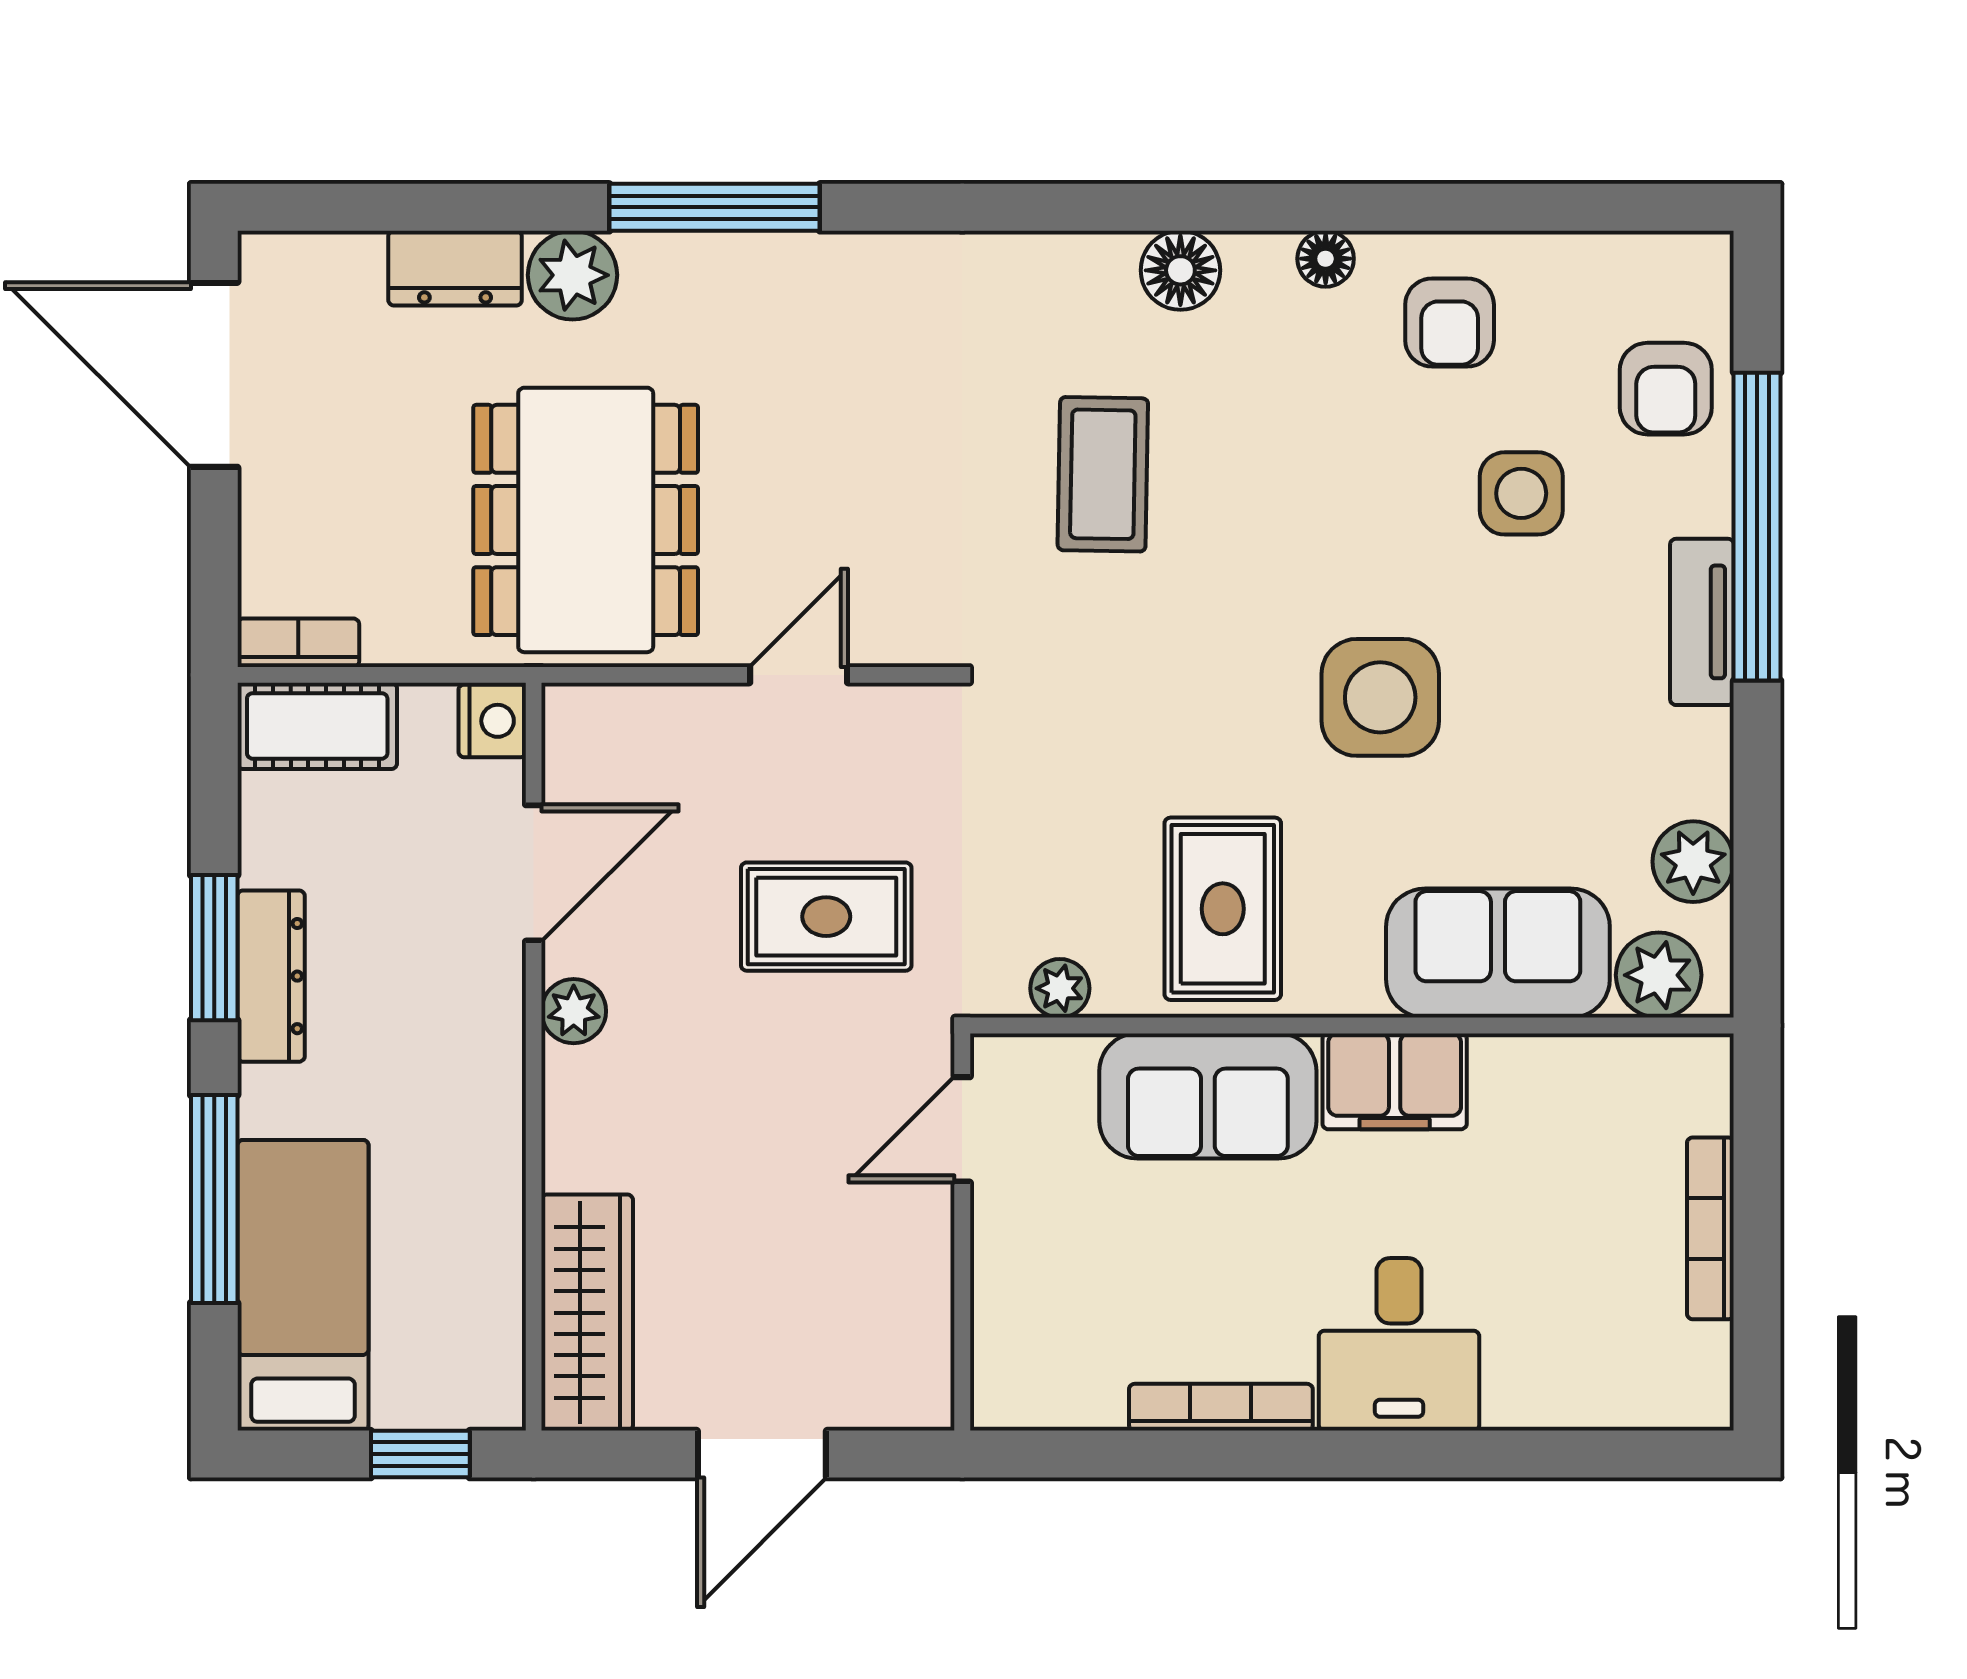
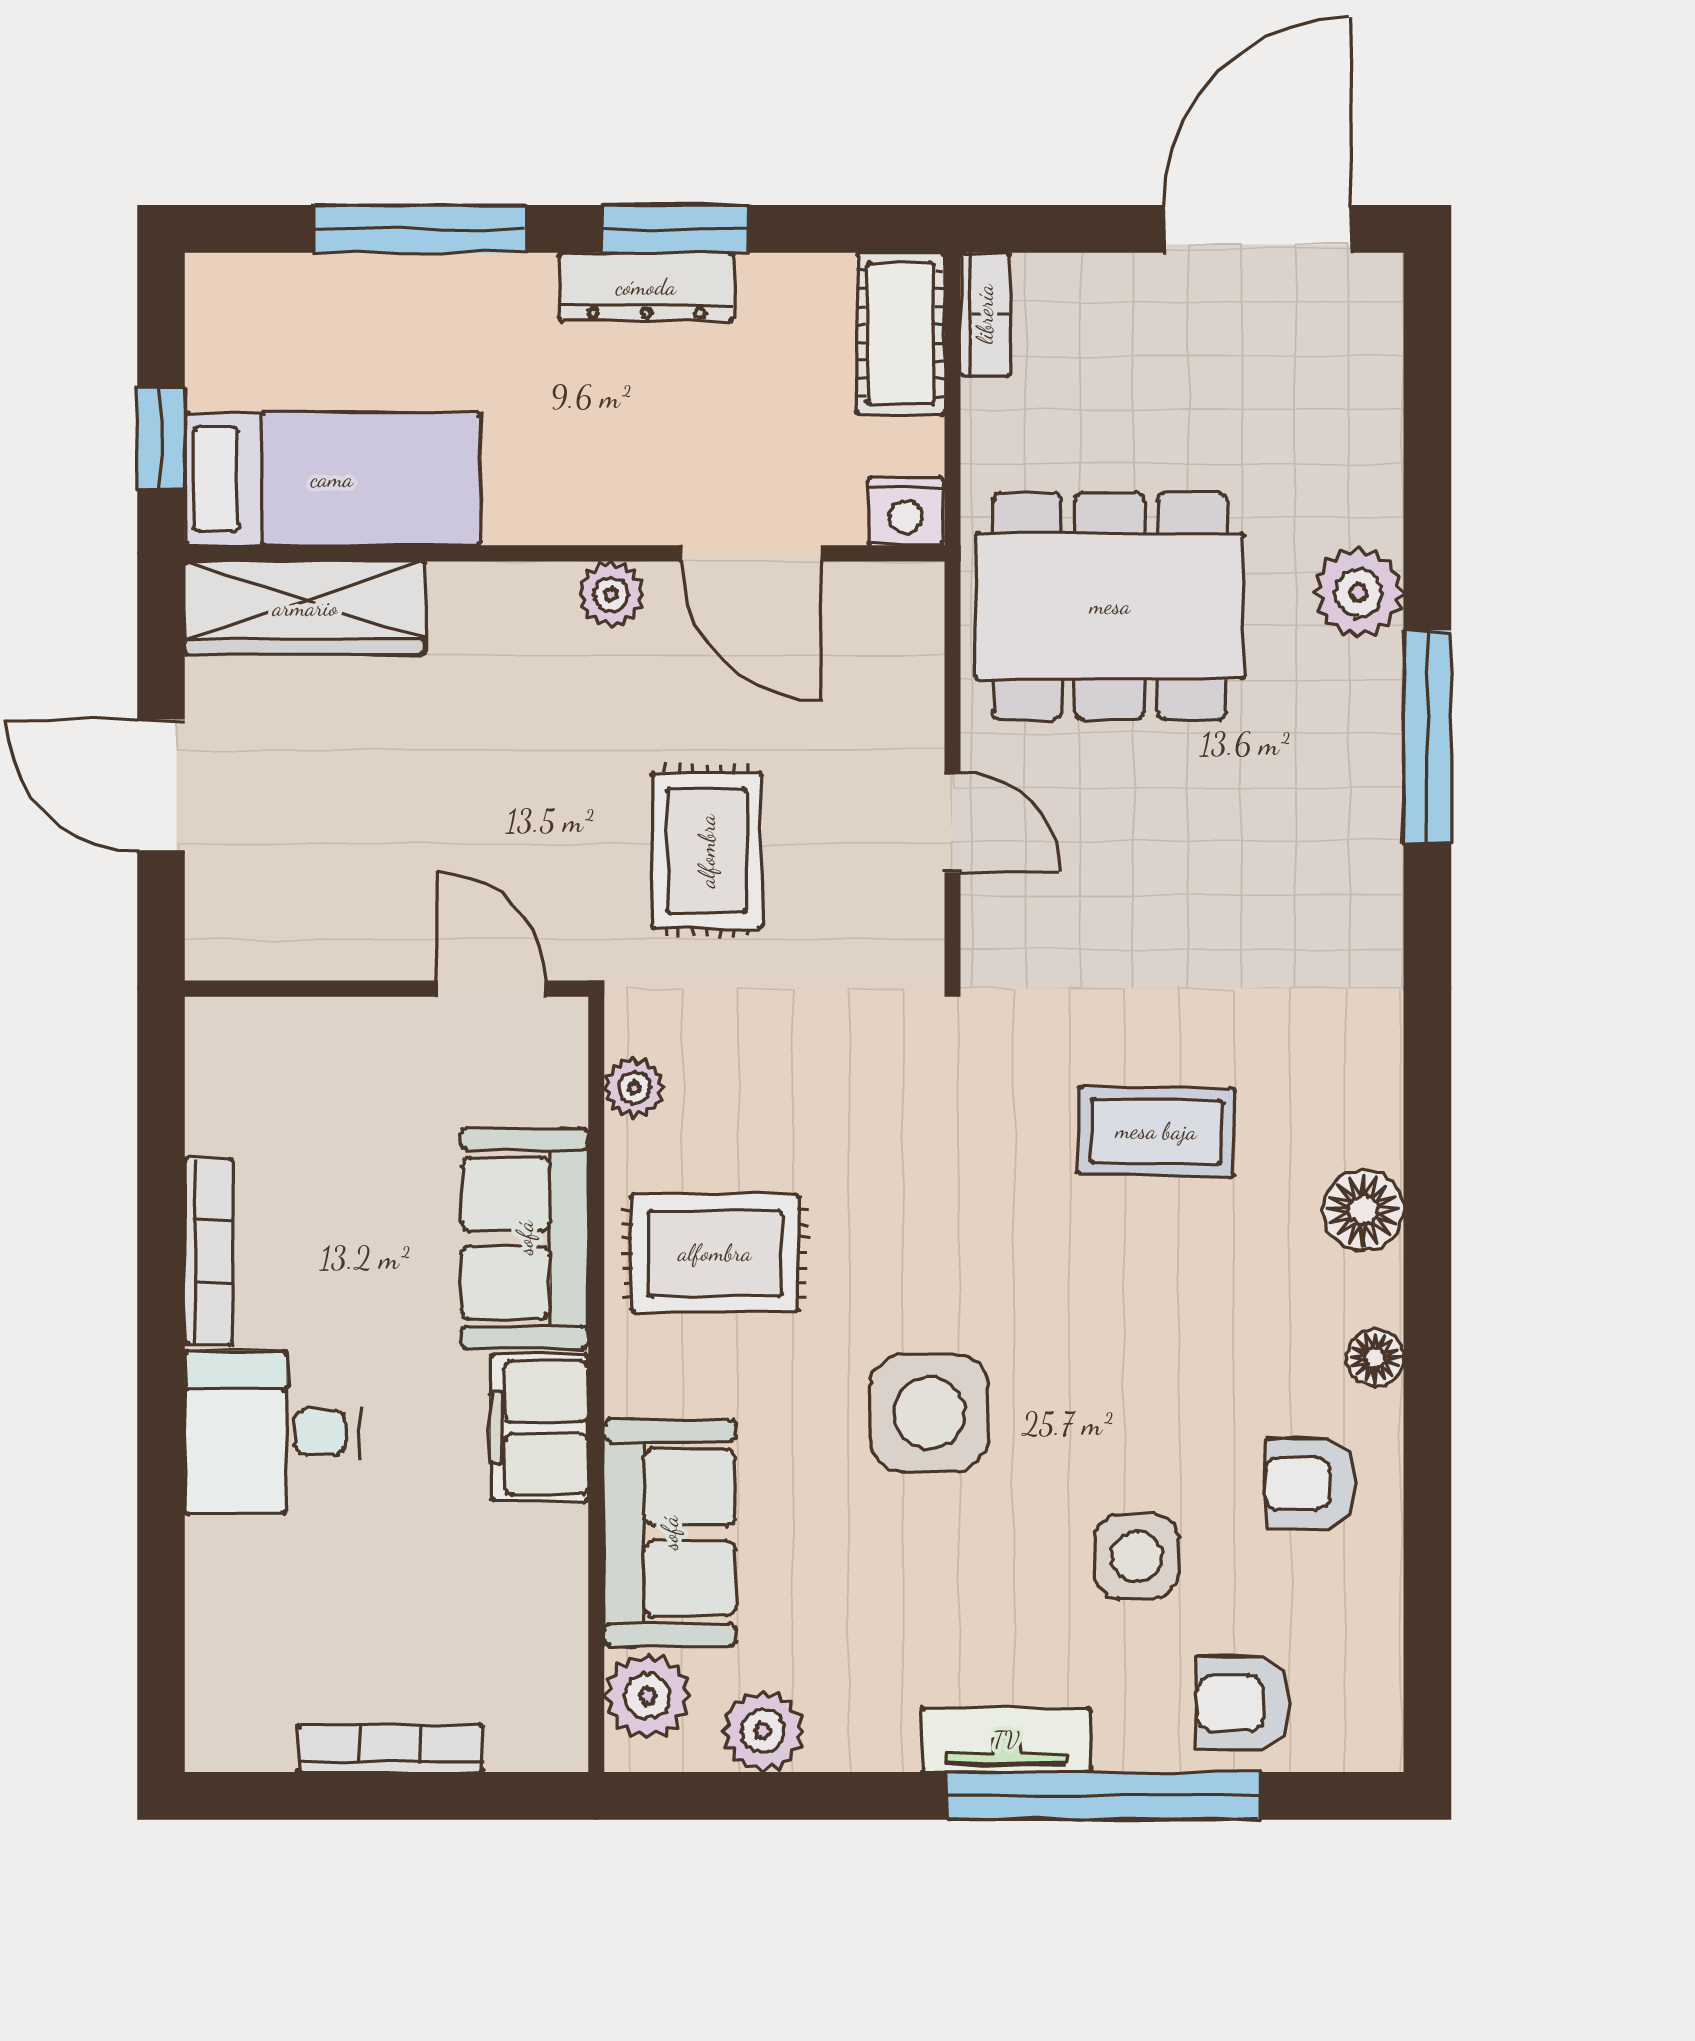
dresser: (455, 268) -> (1365, 474), removed
bed: (303, 1285) -> (332, 479), moved

